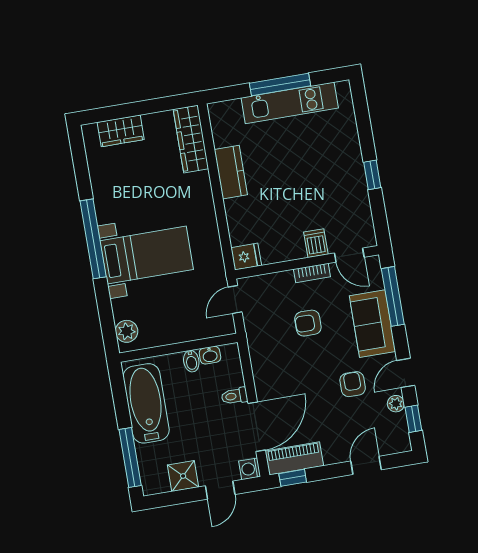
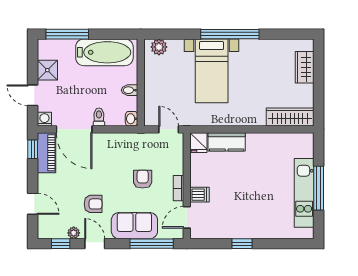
kitchen counter: (231, 172) -> (227, 142), moved
washbasin: (210, 355) -> (131, 119), moved

